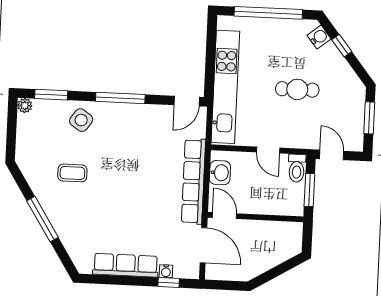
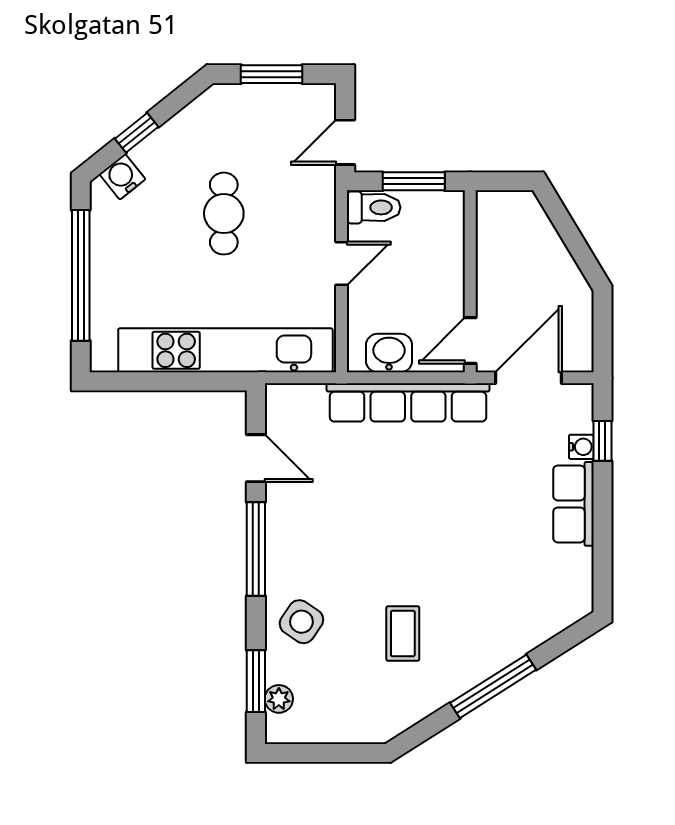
door: (187, 101) -> (256, 458), moved
plant: (25, 106) -> (279, 699), moved
row of seats: (126, 265) -> (573, 504), width x0.68

